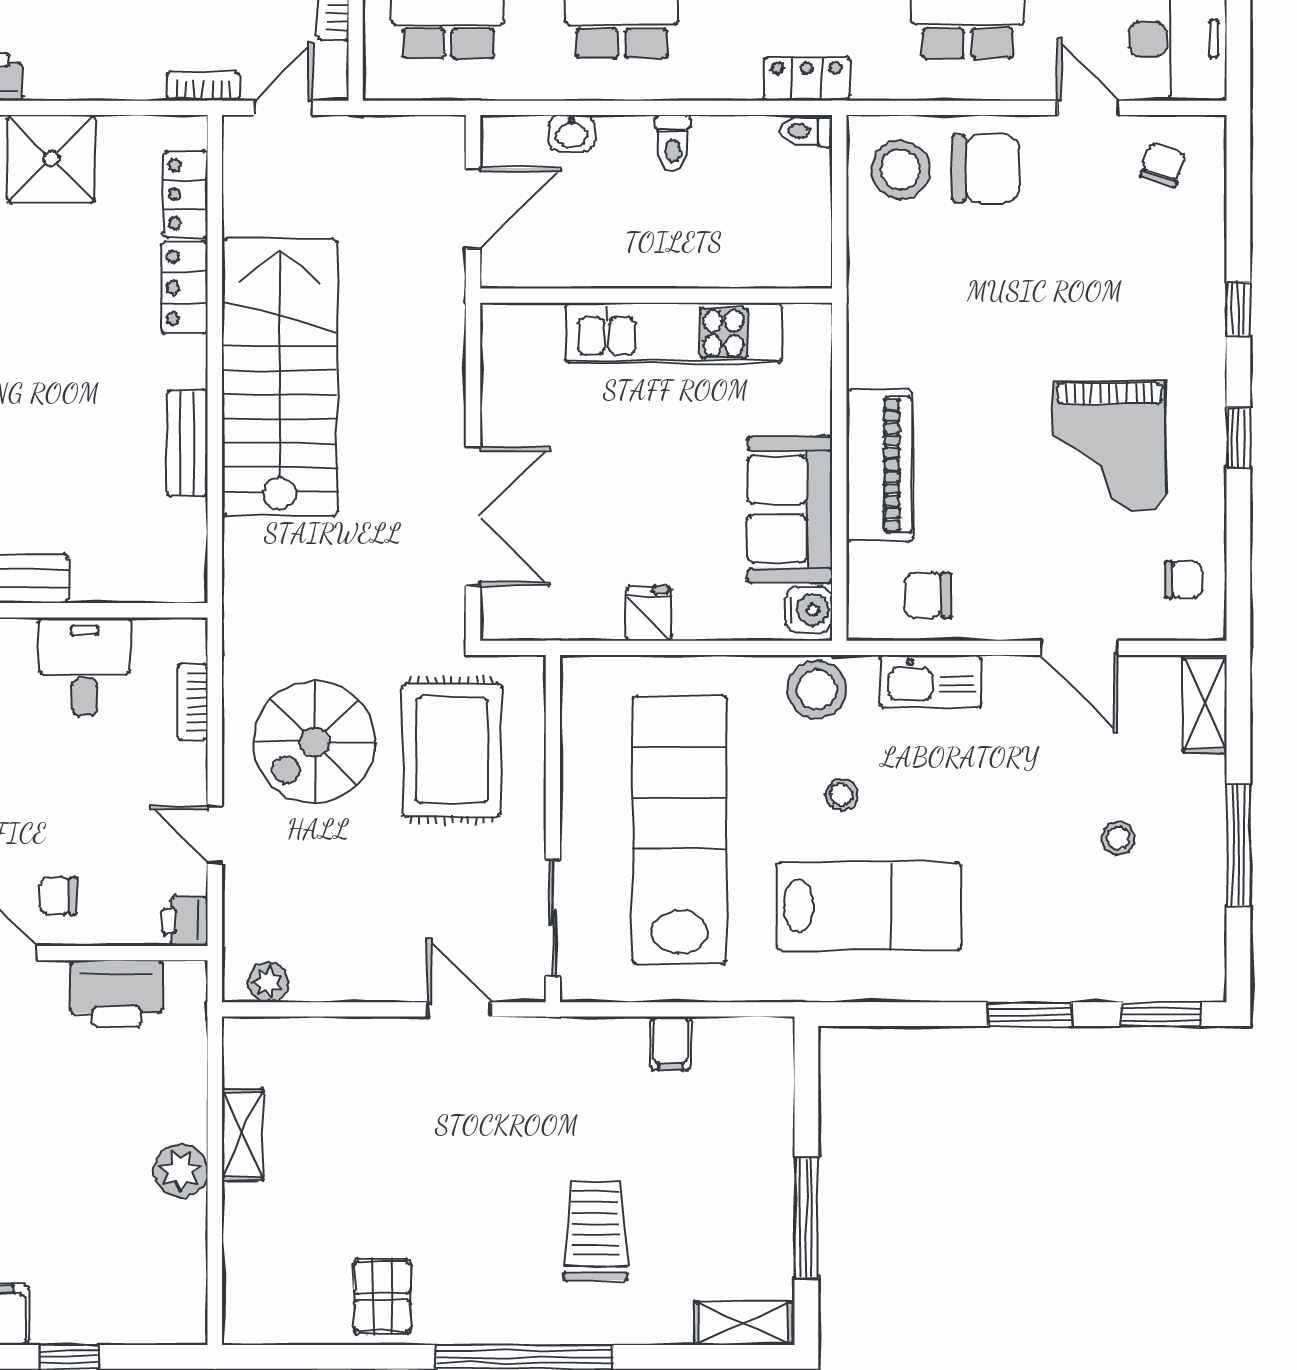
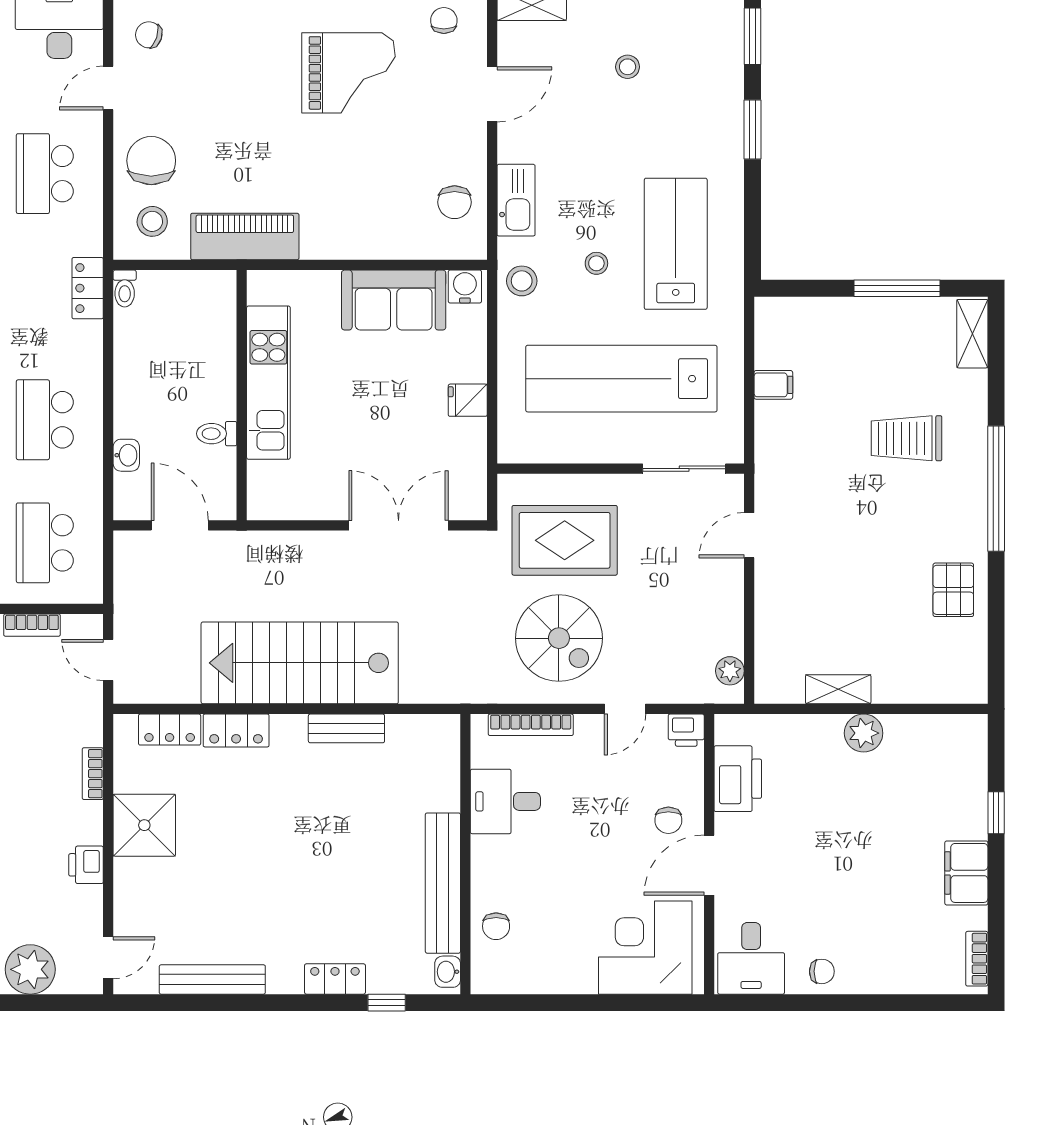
bookcase: (203, 86) -> (93, 774), moved
toilet: (673, 143) -> (217, 434), moved, turned 180
stool: (901, 170) -> (152, 221), width x0.73, depth x0.73
piano: (879, 465) -> (245, 236), moved
stool: (817, 689) -> (522, 281), width x0.73, depth x0.73
bookcase: (192, 702) -> (531, 725), width x1.56
pallet: (382, 1297) -> (953, 590), turned 90

